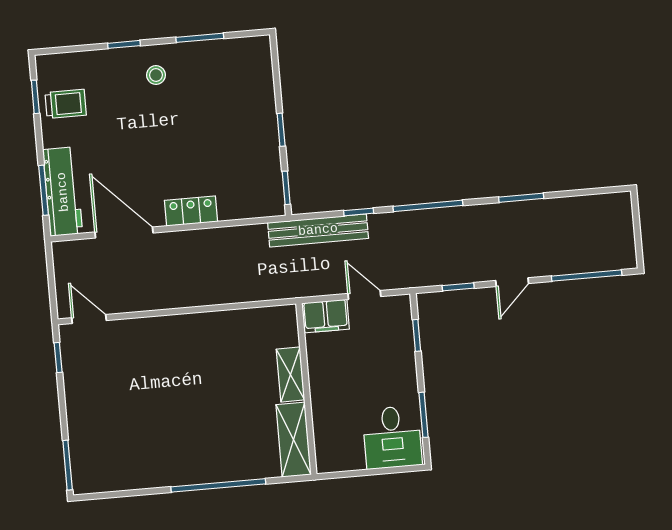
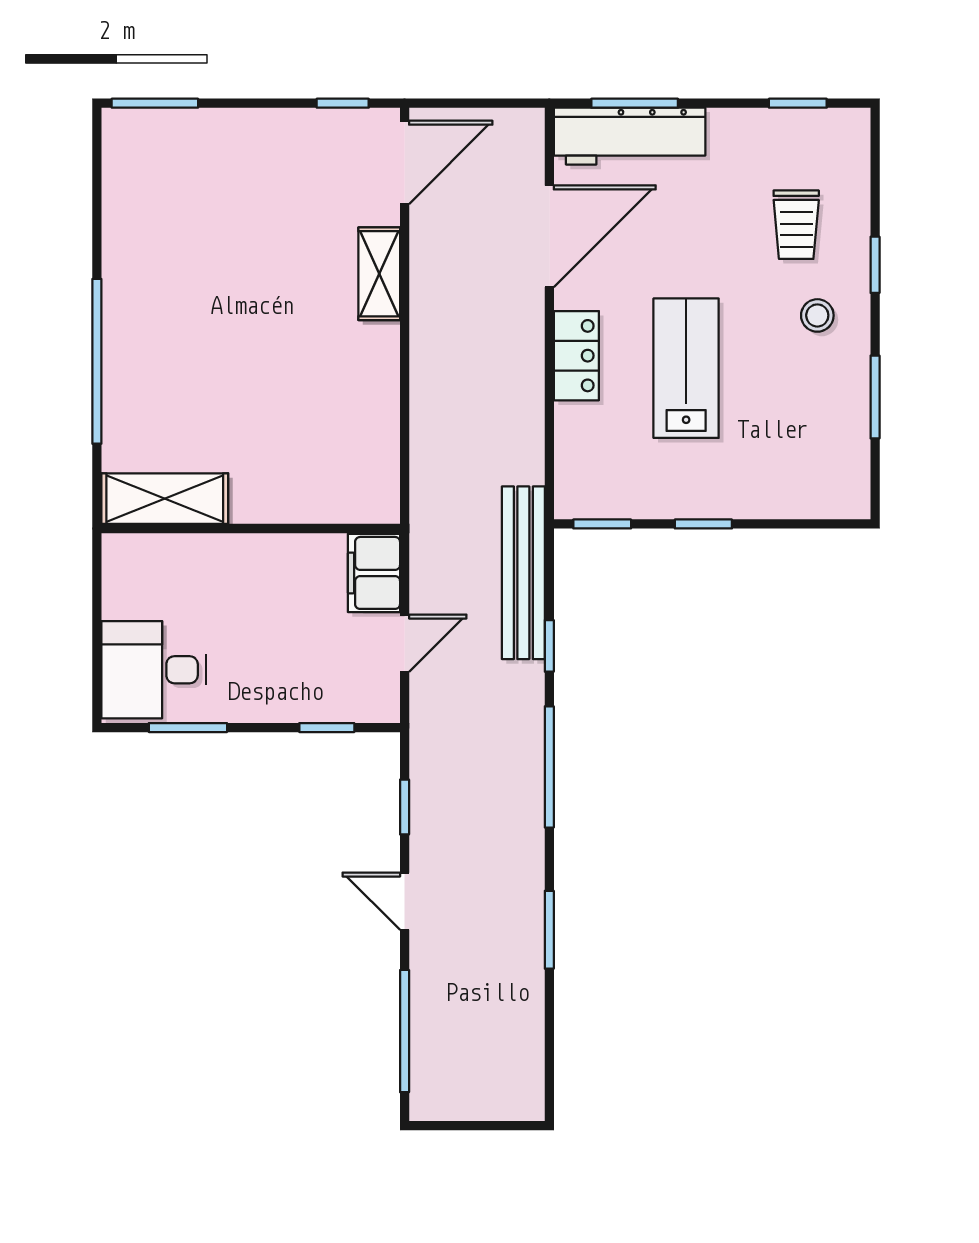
trolley: (66, 104) -> (796, 225), moved
lab bench: (193, 148) -> (686, 368), added
door: (89, 319) -> (405, 162), width x1.38
shelving: (290, 374) -> (379, 274), moved, turned 90

